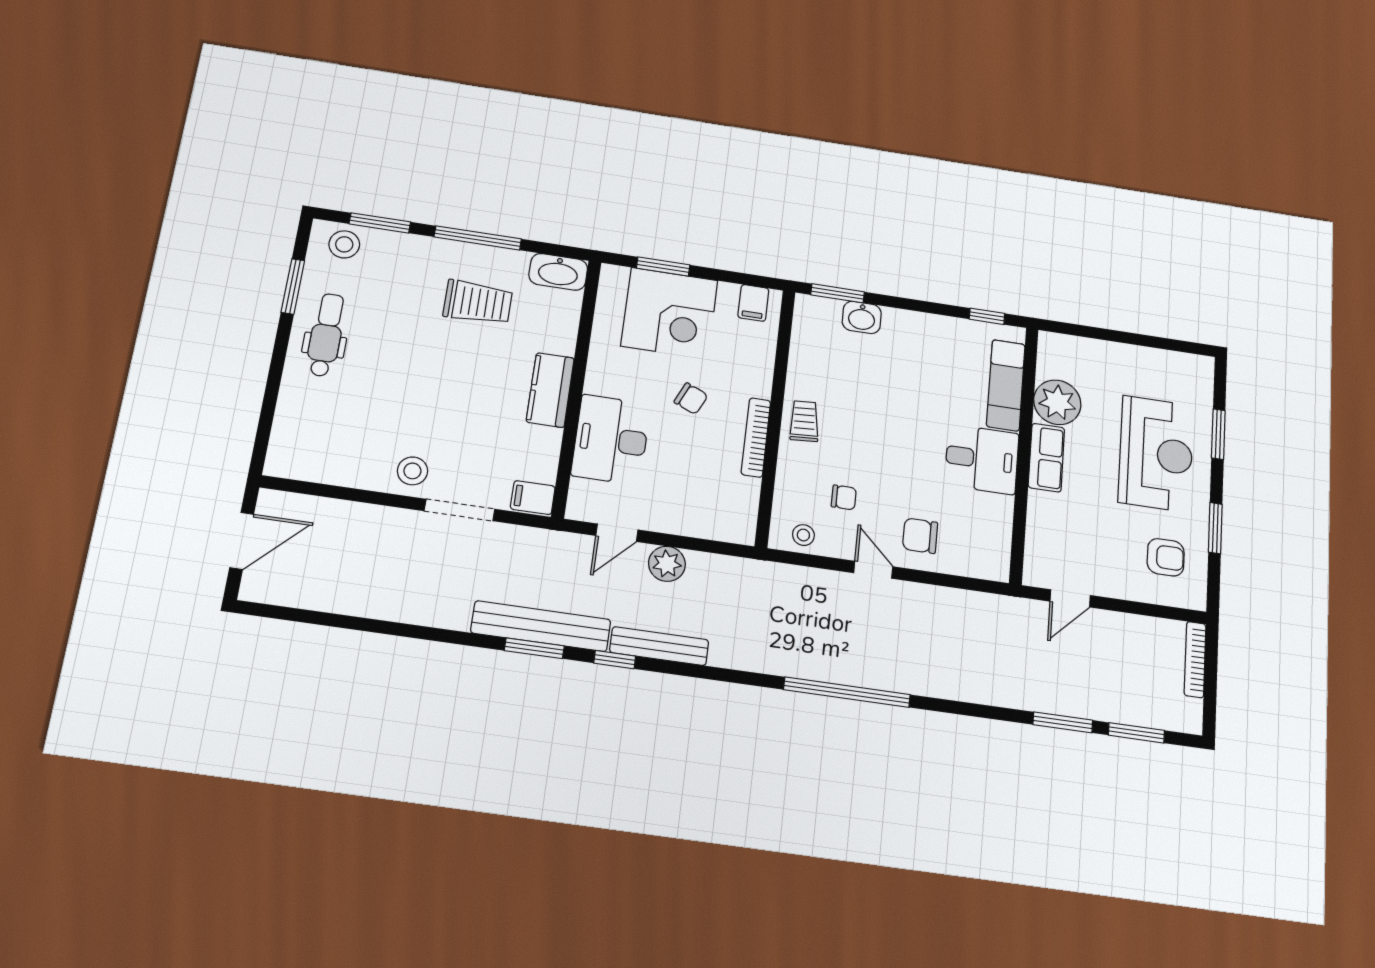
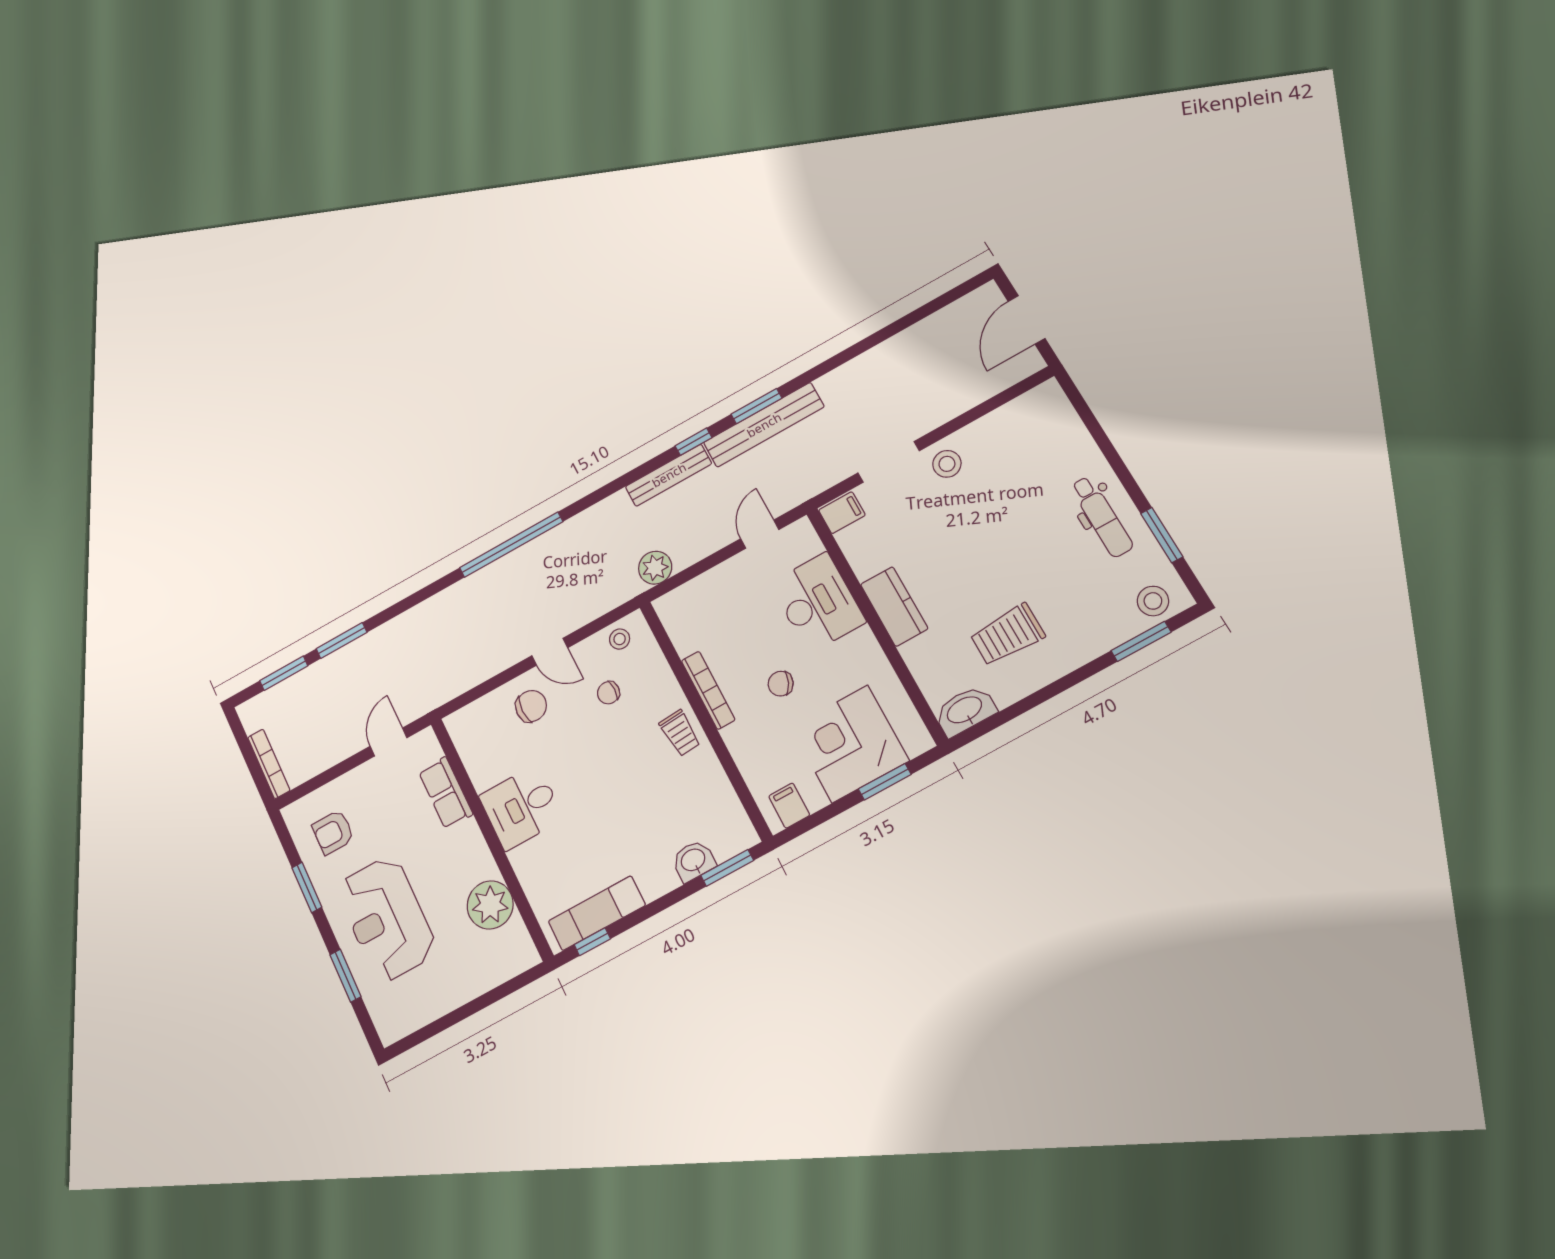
window: (478, 238) -> (1052, 690), removed
exam couch: (1006, 385) -> (597, 913), moved, turned -90
row of seats: (1046, 458) -> (446, 793), moved
plant: (667, 564) -> (655, 568), moved

